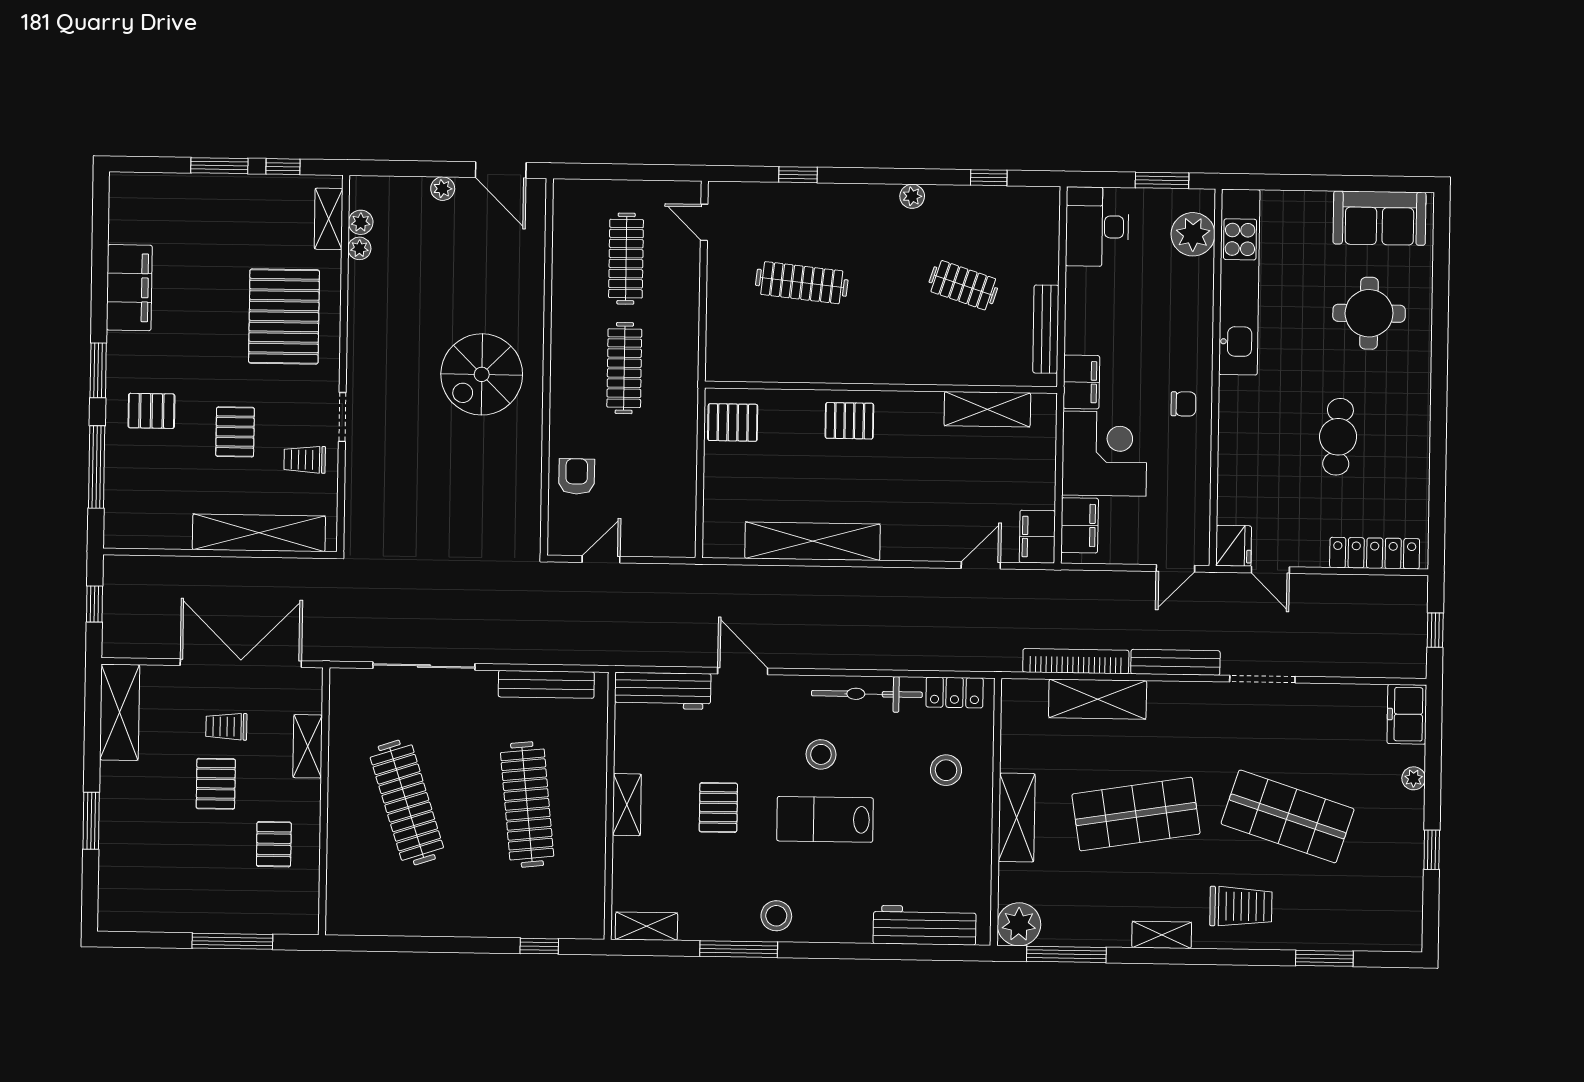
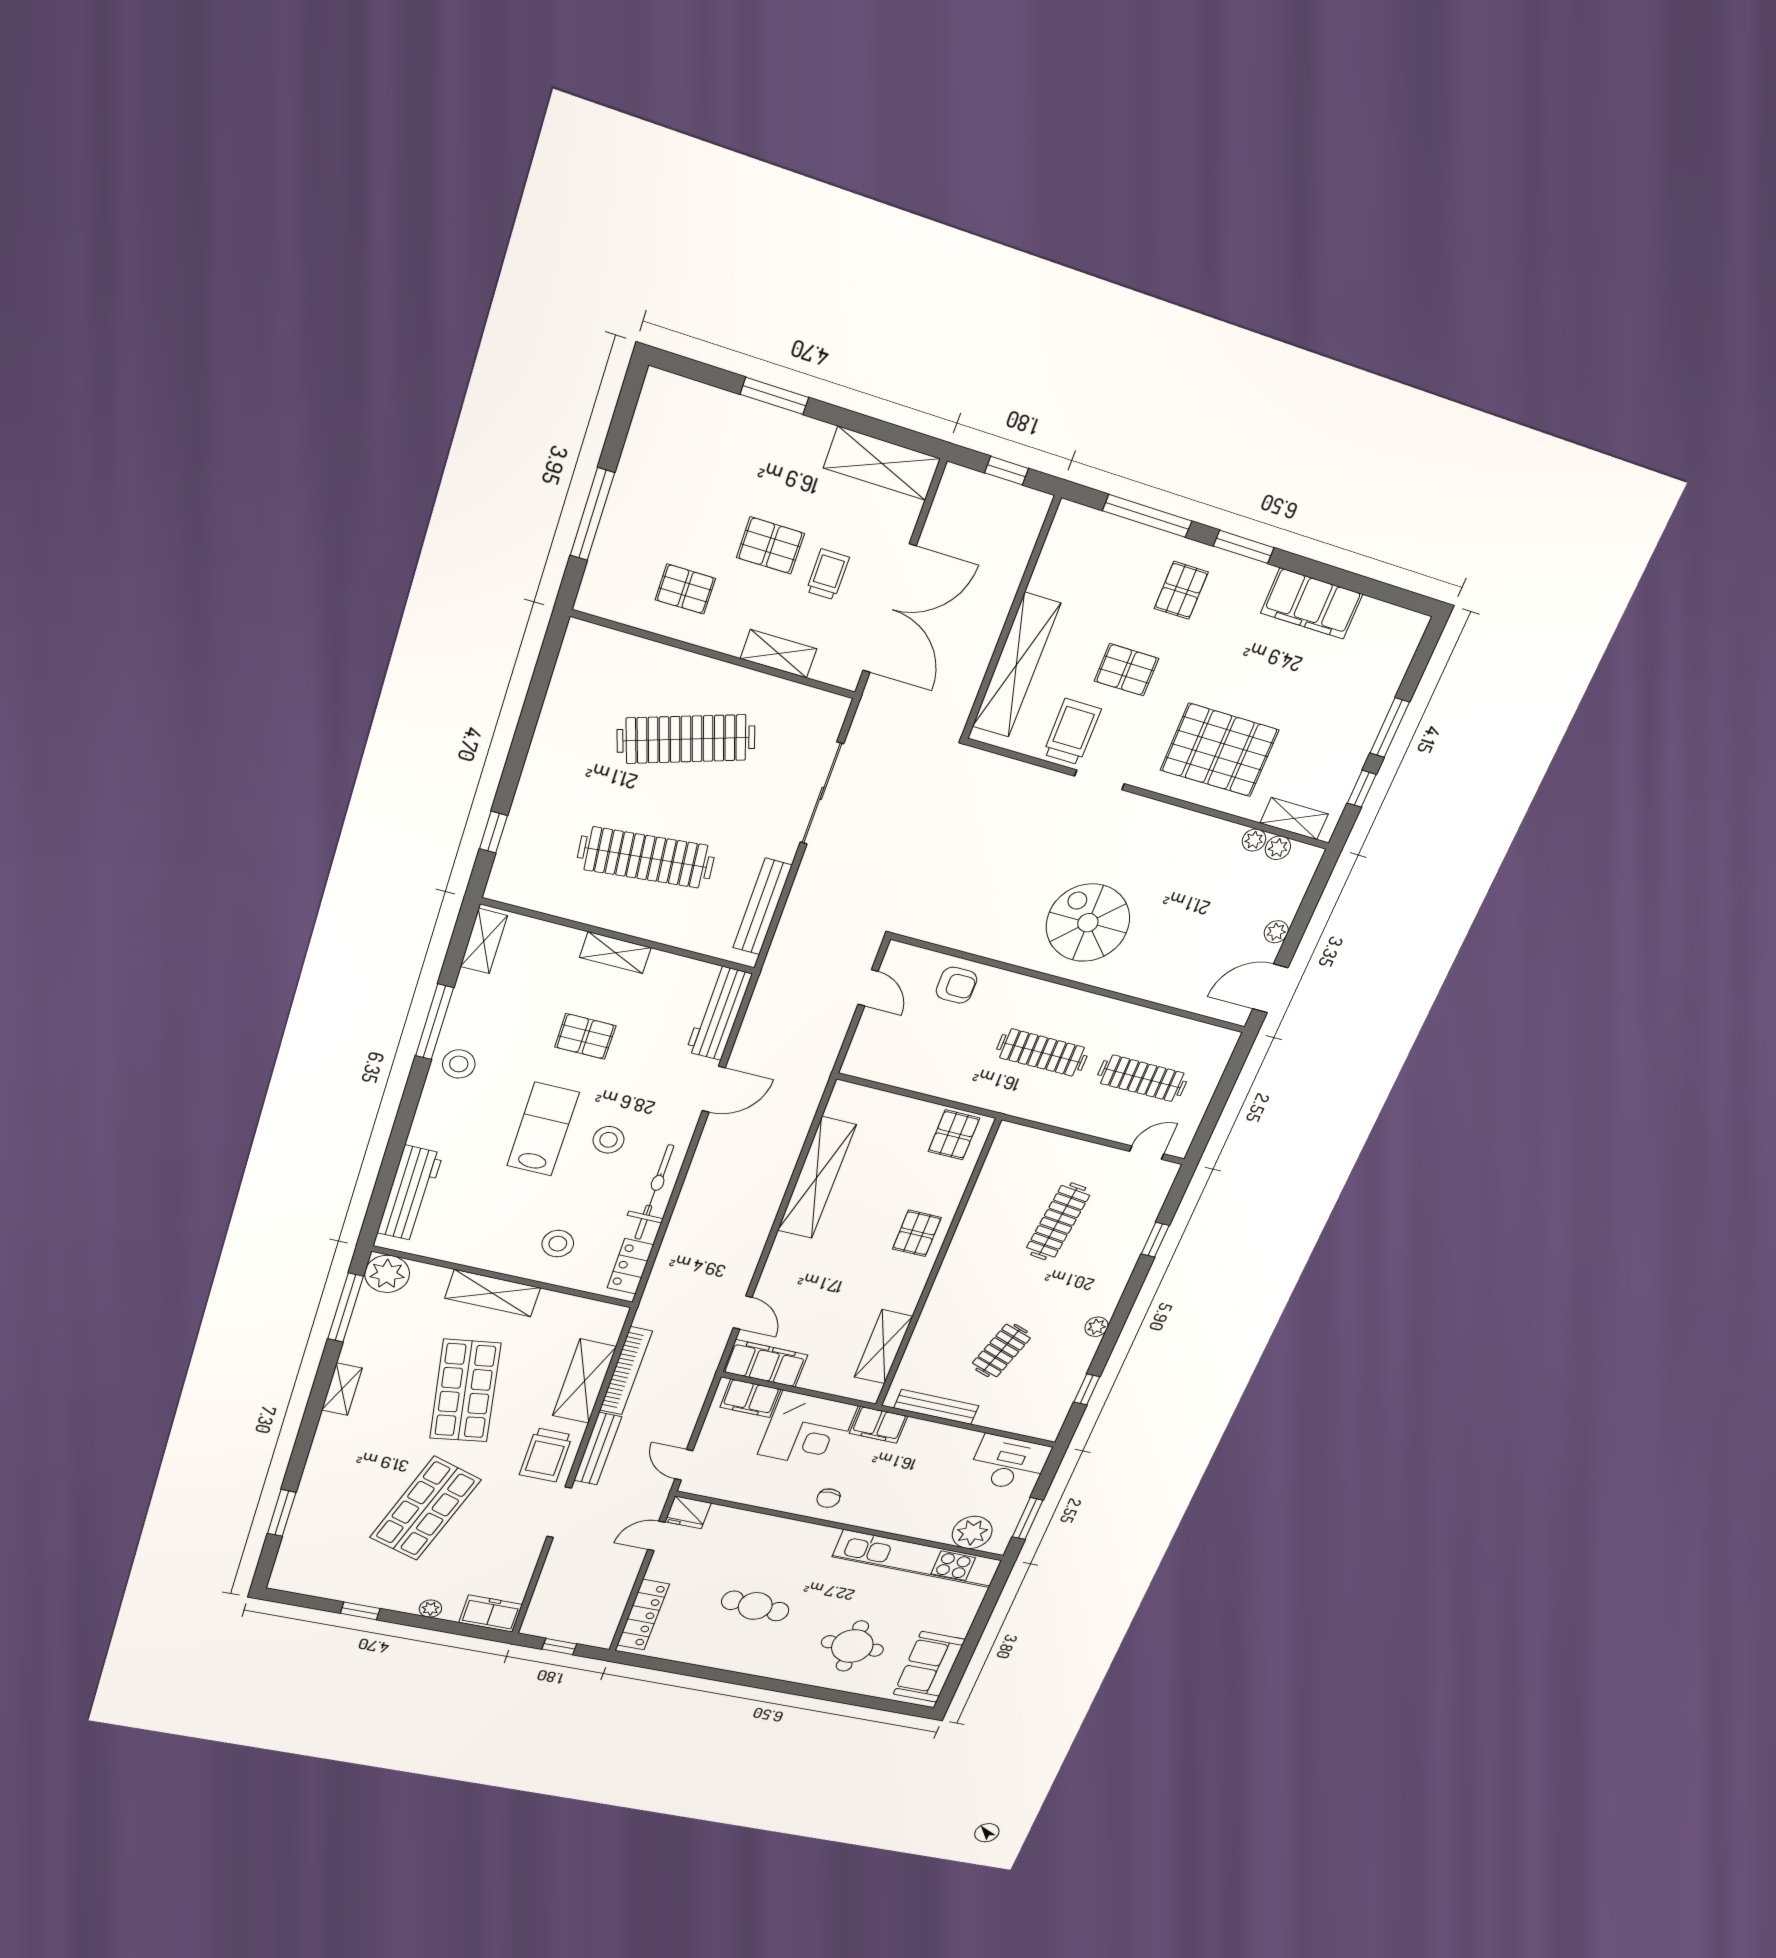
trolley: (305, 460) -> (1072, 732), width x1.36, depth x1.39
filing cabinet: (1037, 537) -> (765, 1363), width x1.50, depth x1.17
trolley: (1241, 906) -> (546, 1455), moved

